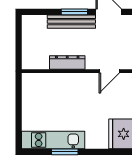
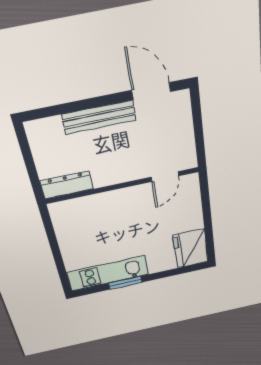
window: (74, 12) -> (100, 101), removed
dresser: (67, 62) -> (67, 185), moved

